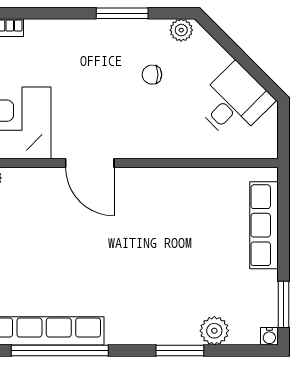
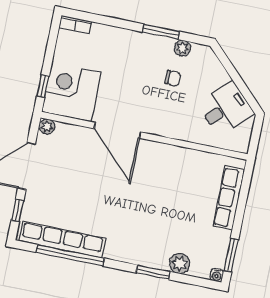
plant: (181, 30) -> (182, 48), moved
chair: (152, 75) -> (173, 78), turned 180
door: (90, 163) -> (117, 130), width x1.36

